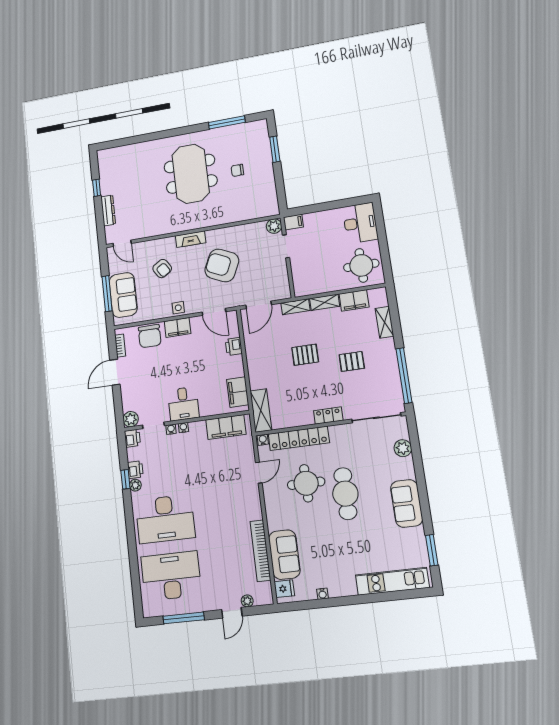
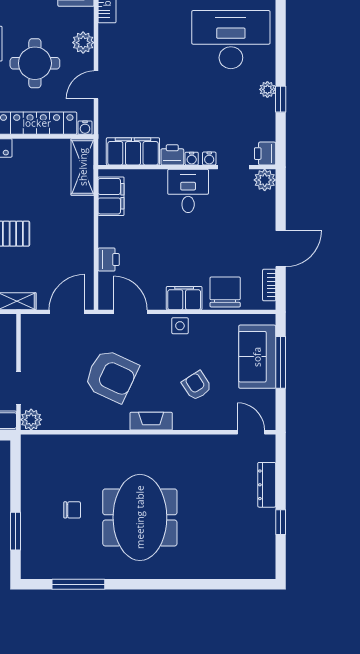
printer: (135, 470) -> (172, 155), moved, turned 90
plant: (272, 503) -> (83, 43), added

